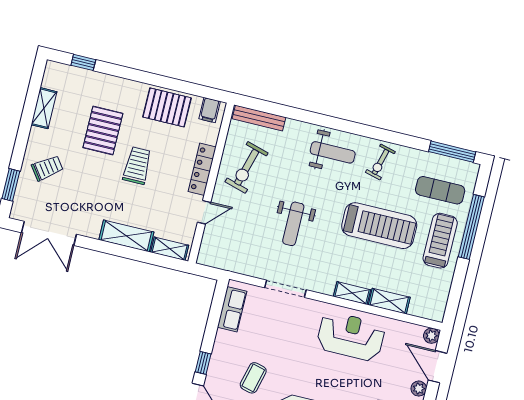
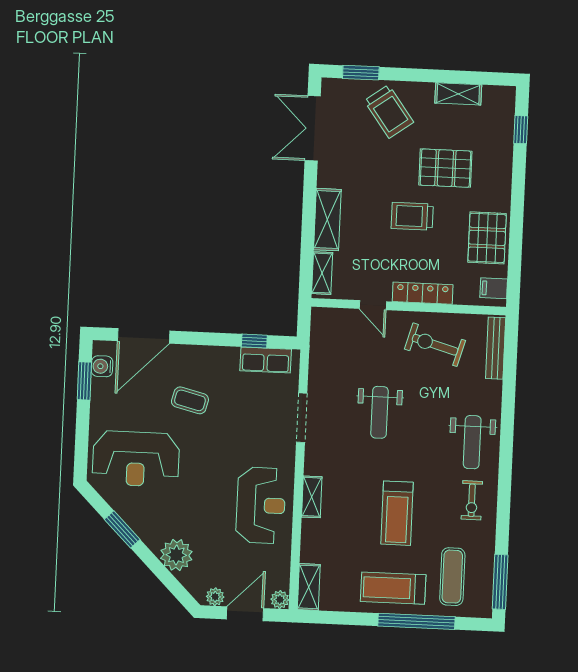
exercise bike: (380, 162) -> (472, 500), turned -105
trolley: (137, 166) -> (412, 216), turned 180
trolley: (47, 168) -> (389, 111), width x1.36, depth x1.39
weight bench: (293, 224) -> (380, 412), turned -90
treadmill: (379, 226) -> (397, 513), width x0.73, depth x0.73
treadmill: (440, 241) -> (393, 588), turned 180
shelving: (389, 301) -> (309, 587), moved
window: (203, 363) -> (254, 341), moved

